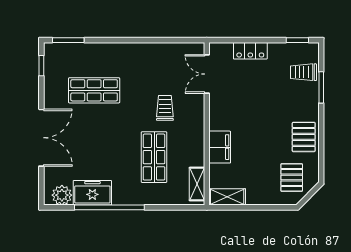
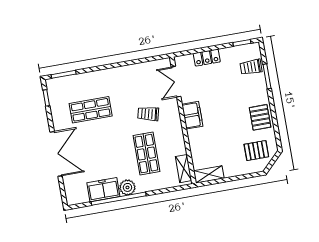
trolley: (165, 108) -> (148, 114), turned -76
filing cabinet: (220, 147) -> (192, 115), moved
pallet: (292, 178) -> (256, 151), turned 90
plant: (62, 195) -> (127, 187), moved

